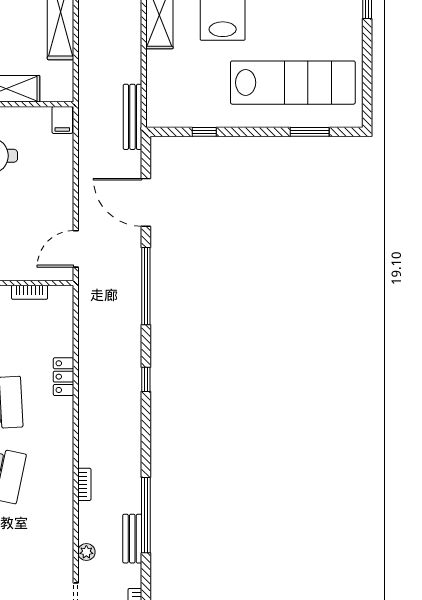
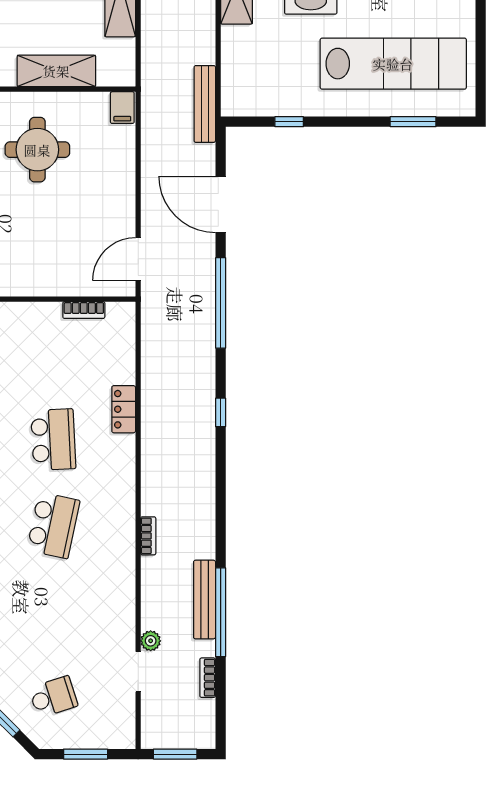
window: (146, 515) -> (221, 612), moved
bench: (132, 539) -> (205, 600), width x1.36
plant: (86, 552) -> (151, 641), moved

